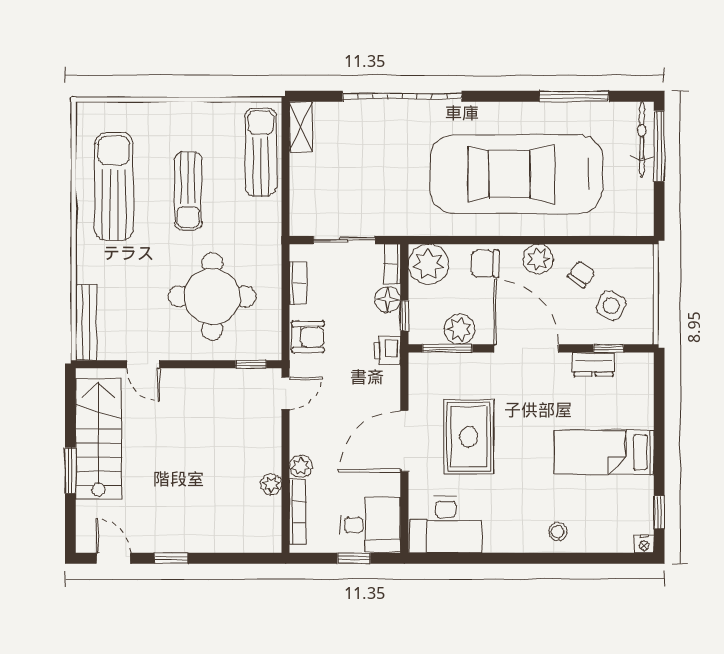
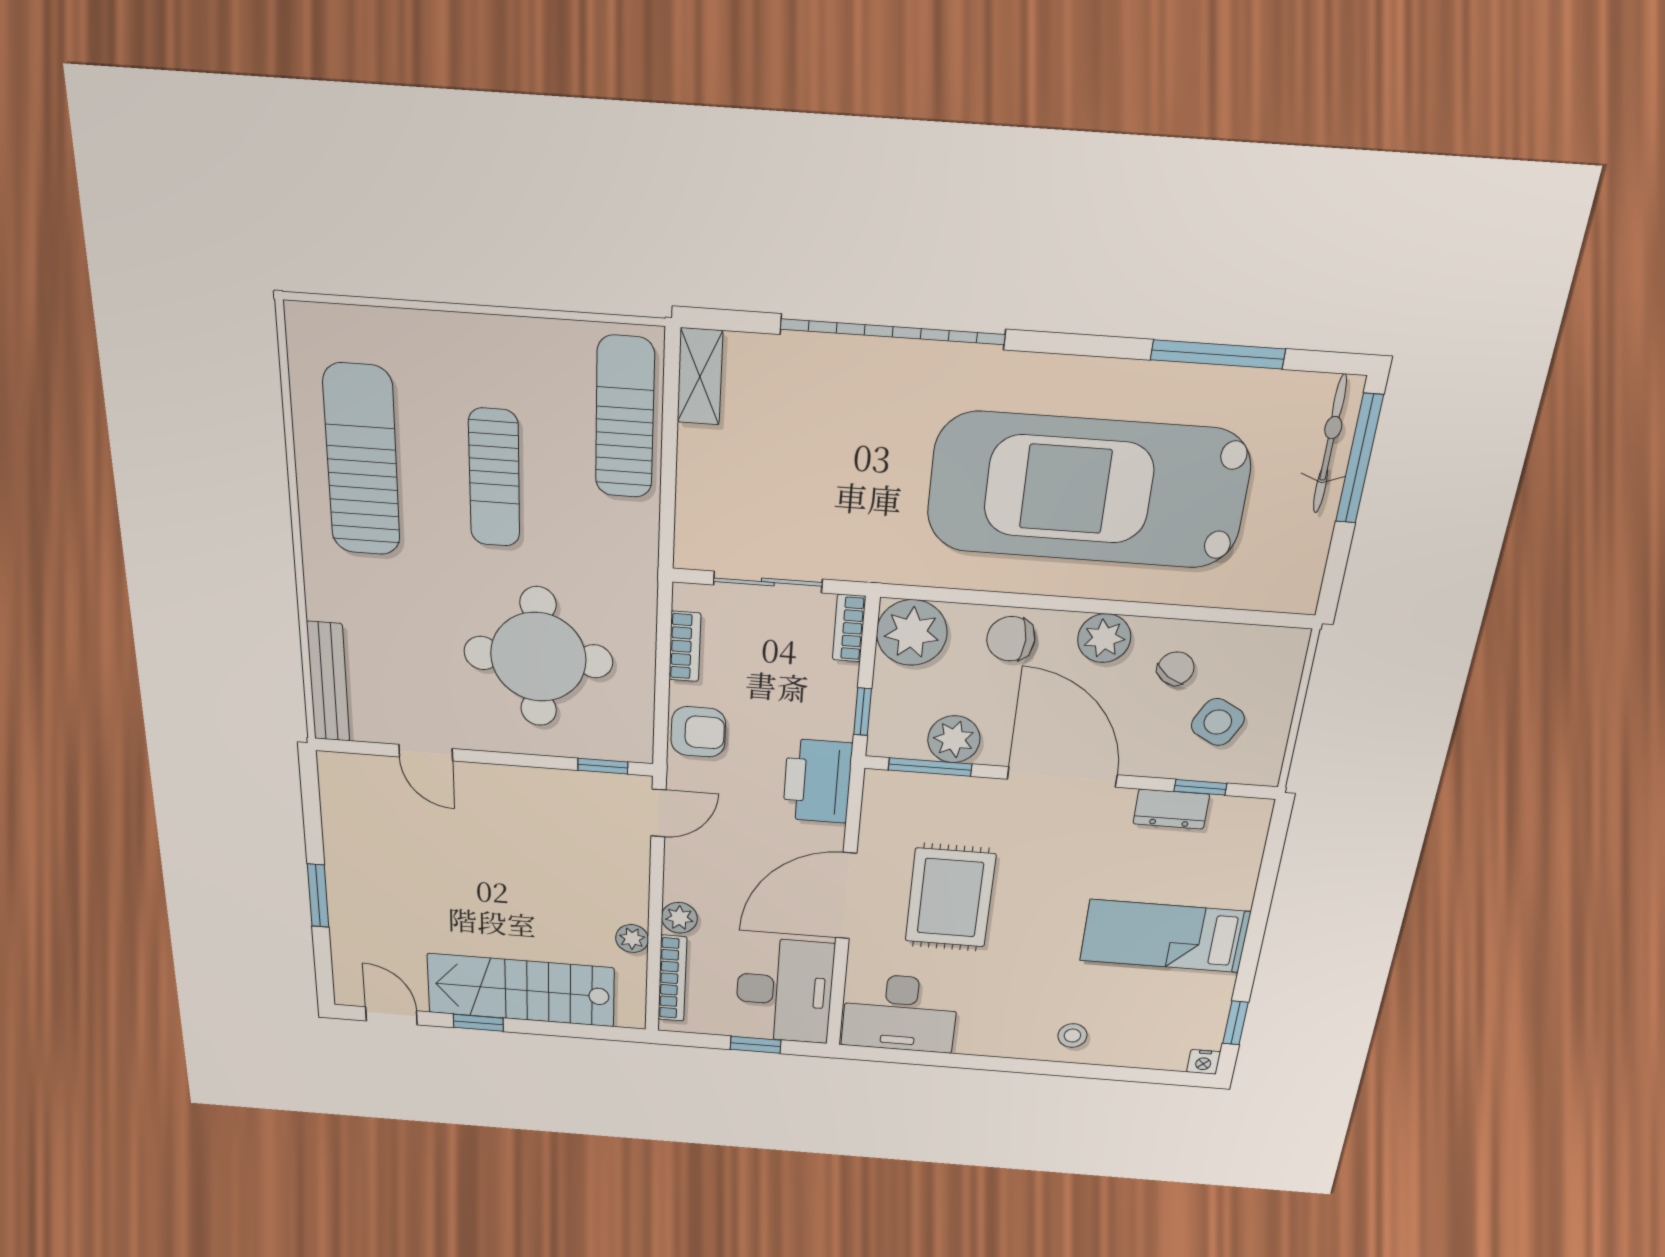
floor lamp: (388, 299) -> (836, 684), removed
printer: (387, 351) -> (817, 781), width x1.87, depth x1.48
stairs: (99, 439) -> (521, 990), moved, turned -90
desk: (370, 525) -> (784, 991), width x1.37

